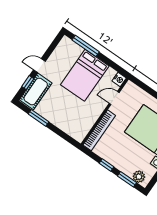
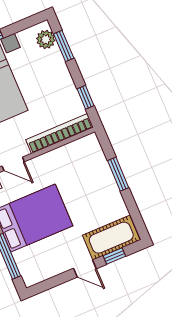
window: (39, 118) -> (118, 174), moved
window: (106, 165) -> (86, 97), moved

